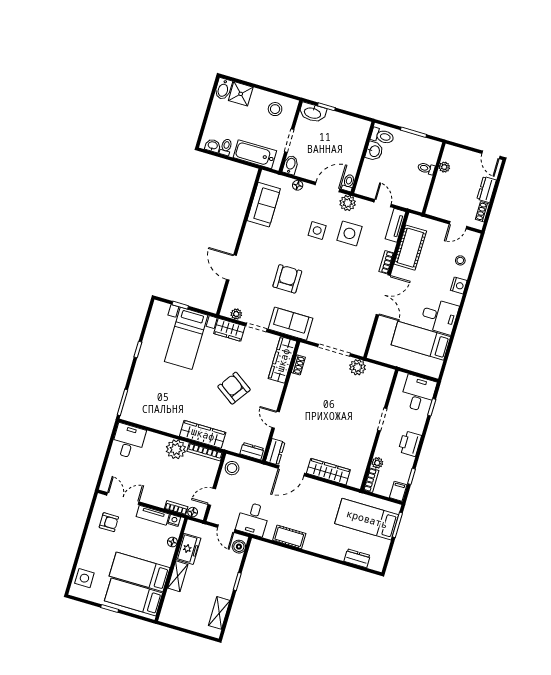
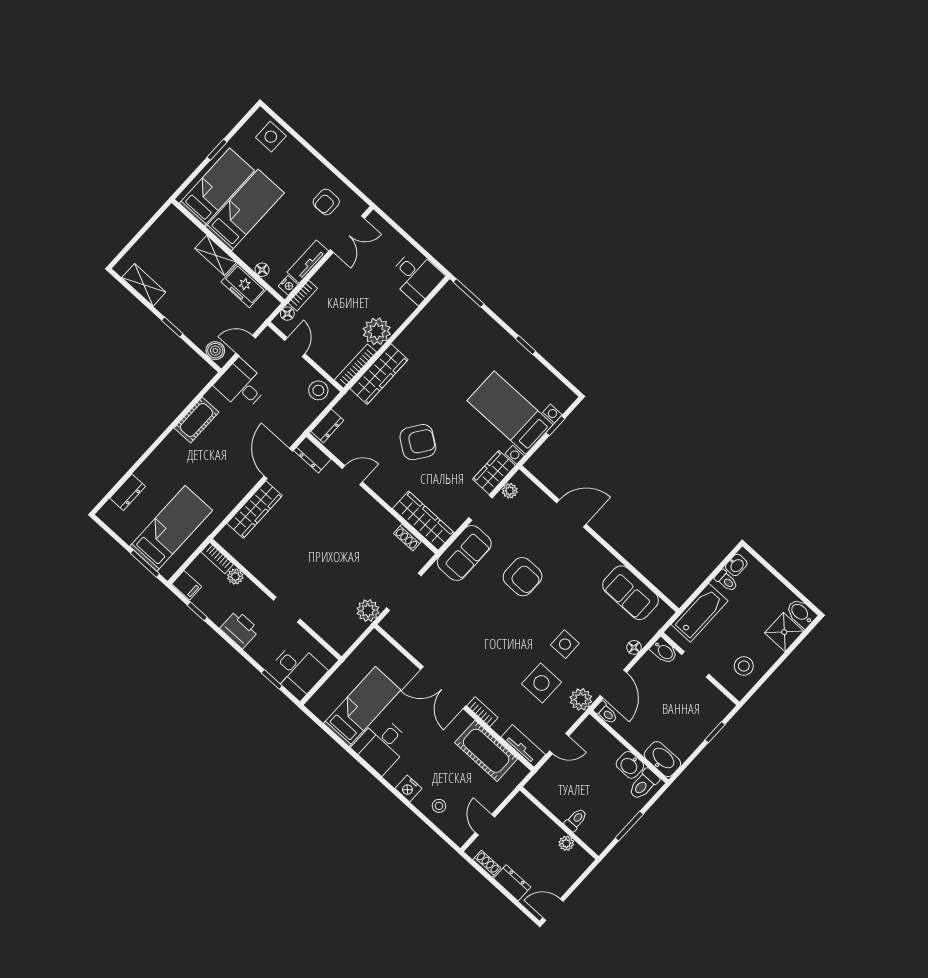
washbasin: (313, 113) -> (662, 759), moved, turned 90

